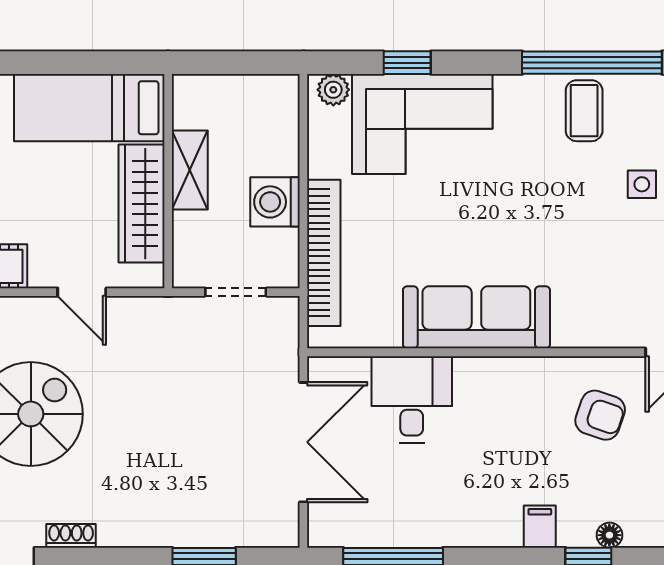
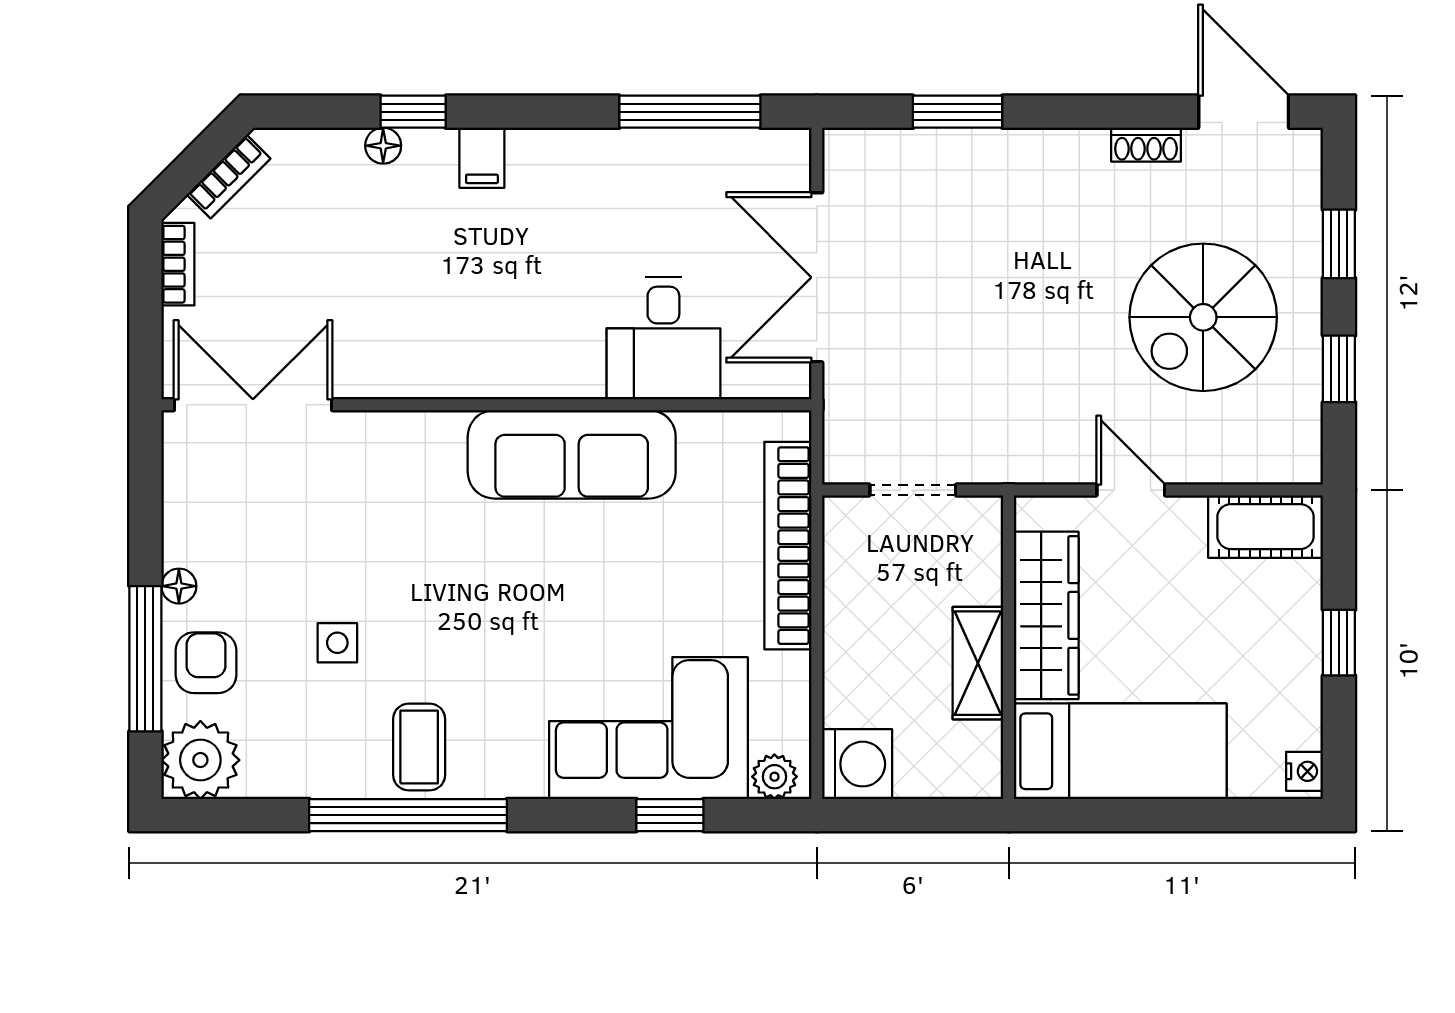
washing machine: (275, 202) -> (857, 764), moved
armchair: (600, 415) -> (396, 316), removed

